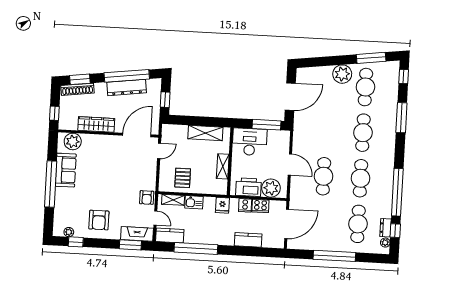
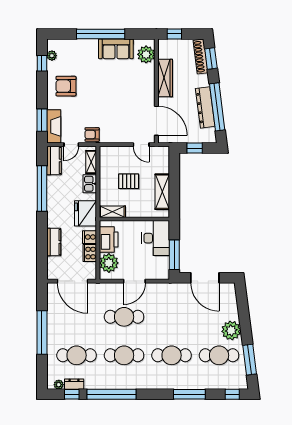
shelving: (223, 166) -> (112, 212), moved
pallet: (183, 178) -> (129, 181), moved
fridge: (222, 205) -> (86, 213), width x1.88, depth x1.34

